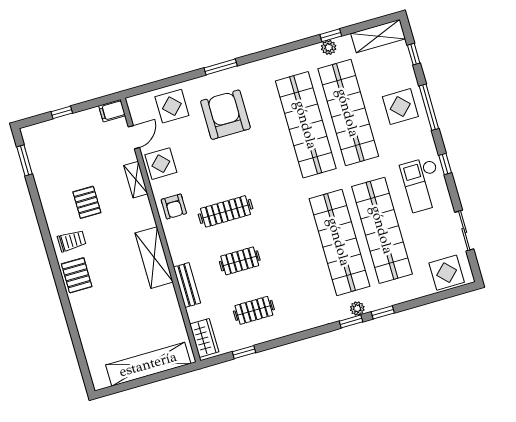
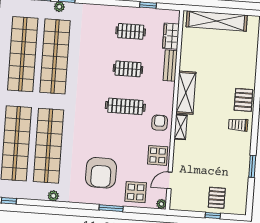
plant: (329, 47) -> (53, 196), moved
window: (221, 67) -> (111, 208), moved
plant: (133, 103) -> (161, 204), added
filing cabinet: (112, 111) -> (178, 204), removed
window: (25, 160) -> (252, 166), moved
shelving: (136, 180) -> (181, 127), moved
pallet: (87, 202) -> (217, 198), moved
wardrobe: (204, 338) -> (171, 36), moved

